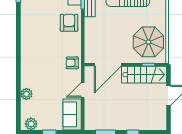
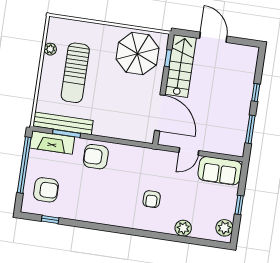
armchair: (72, 63) -> (152, 199), moved
door: (83, 90) -> (189, 151), hinge flipped

